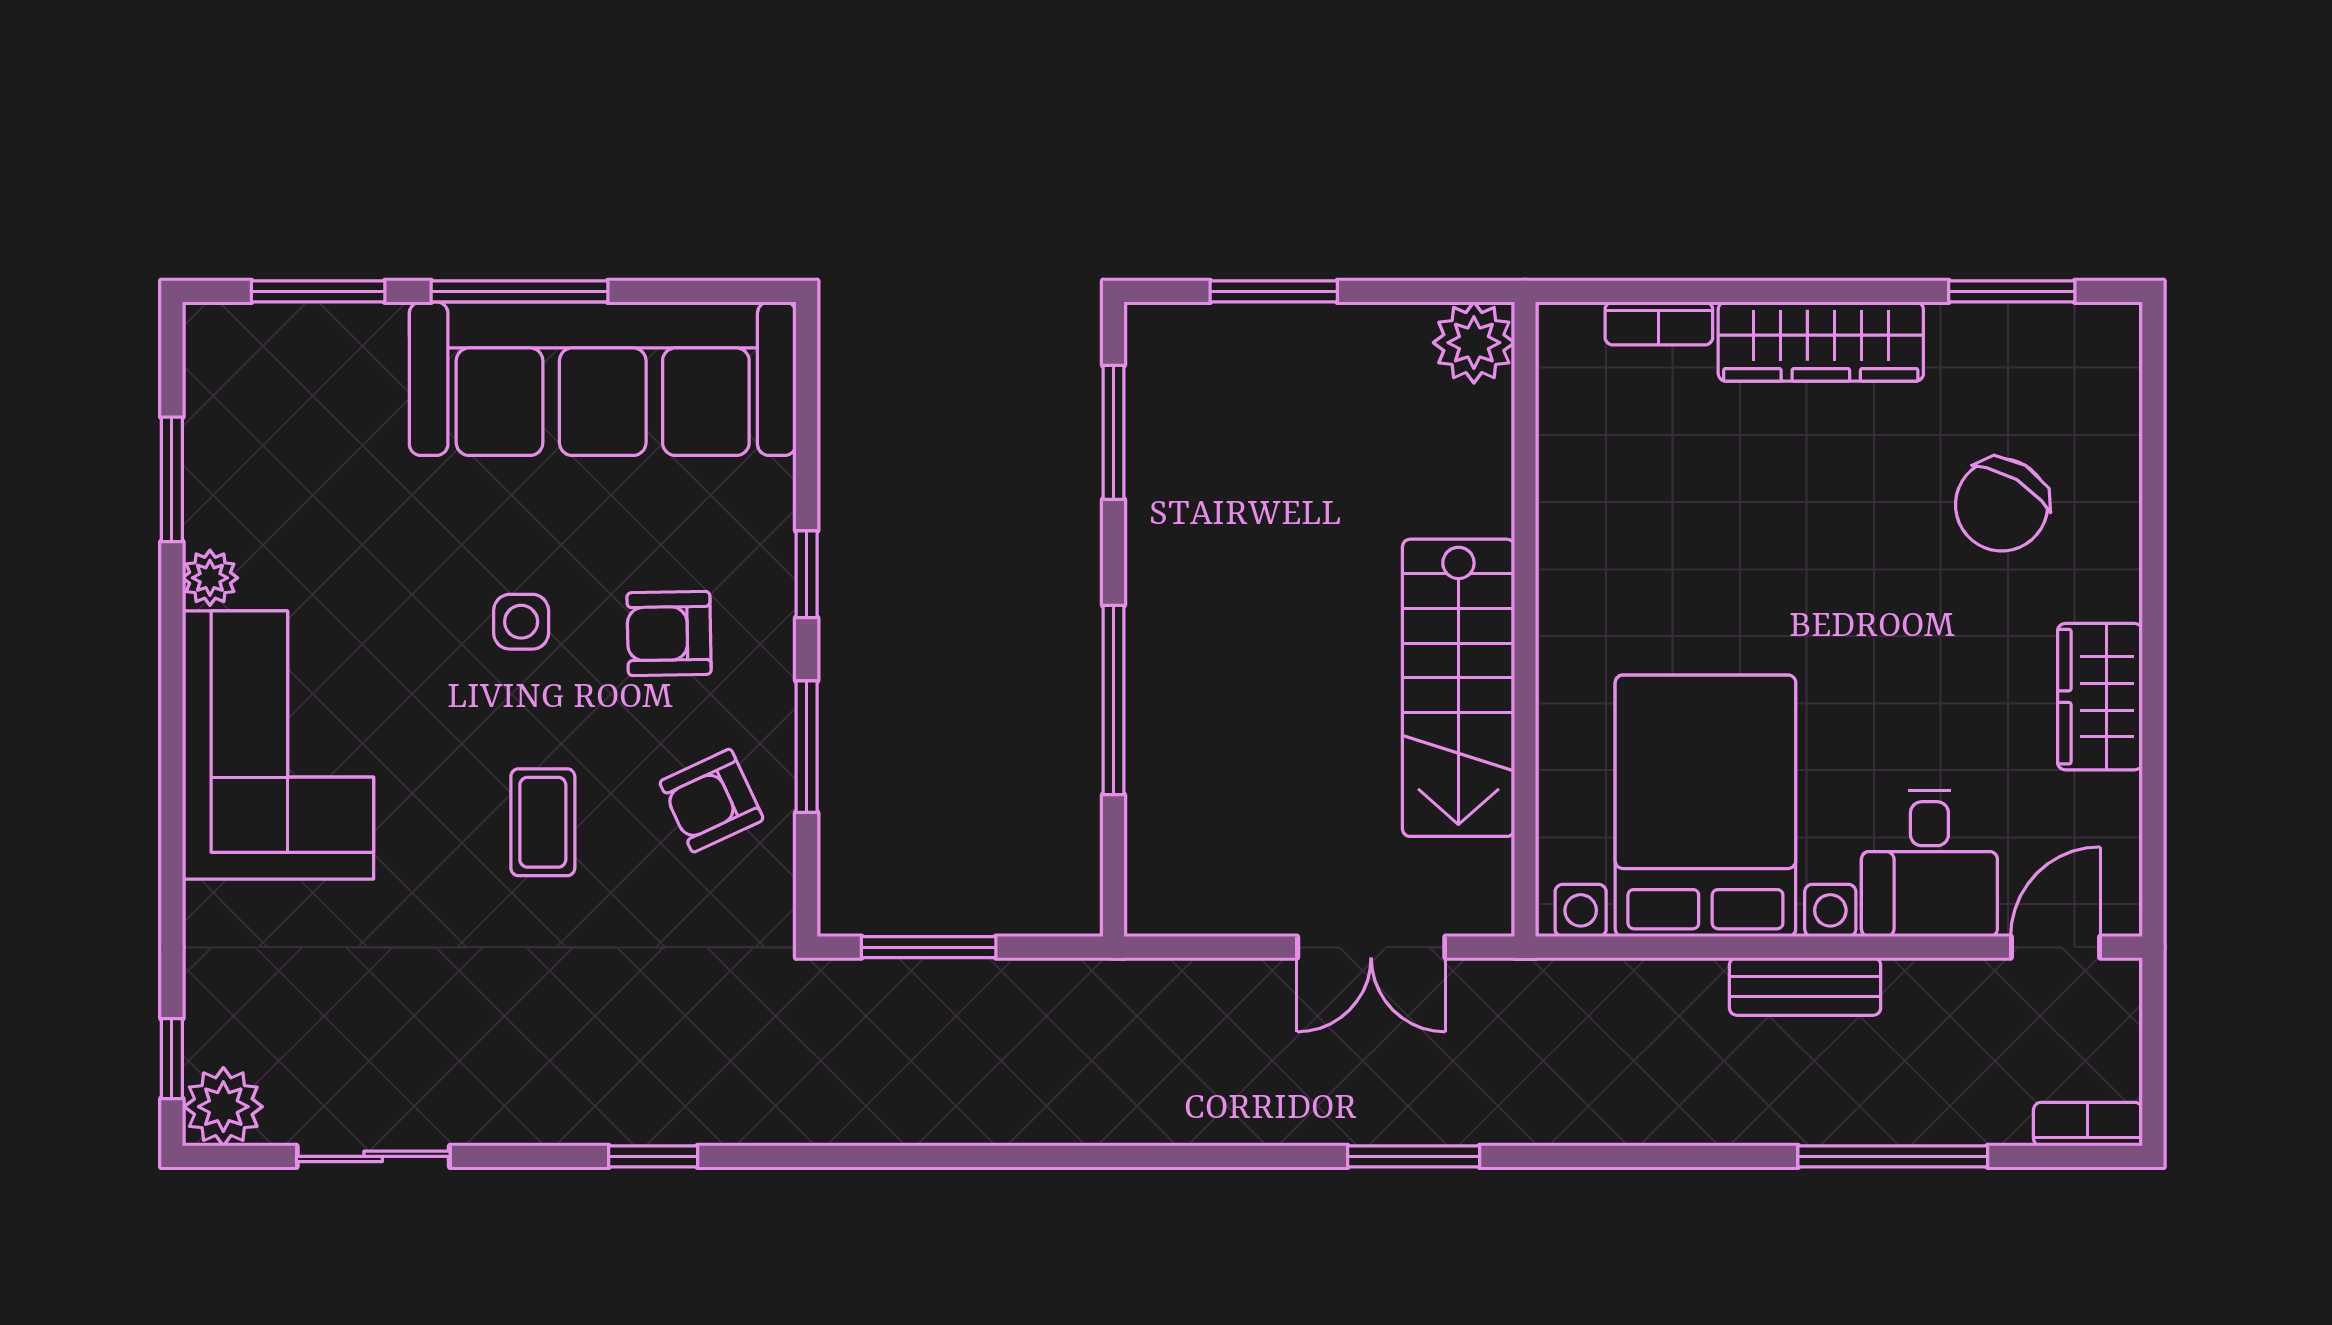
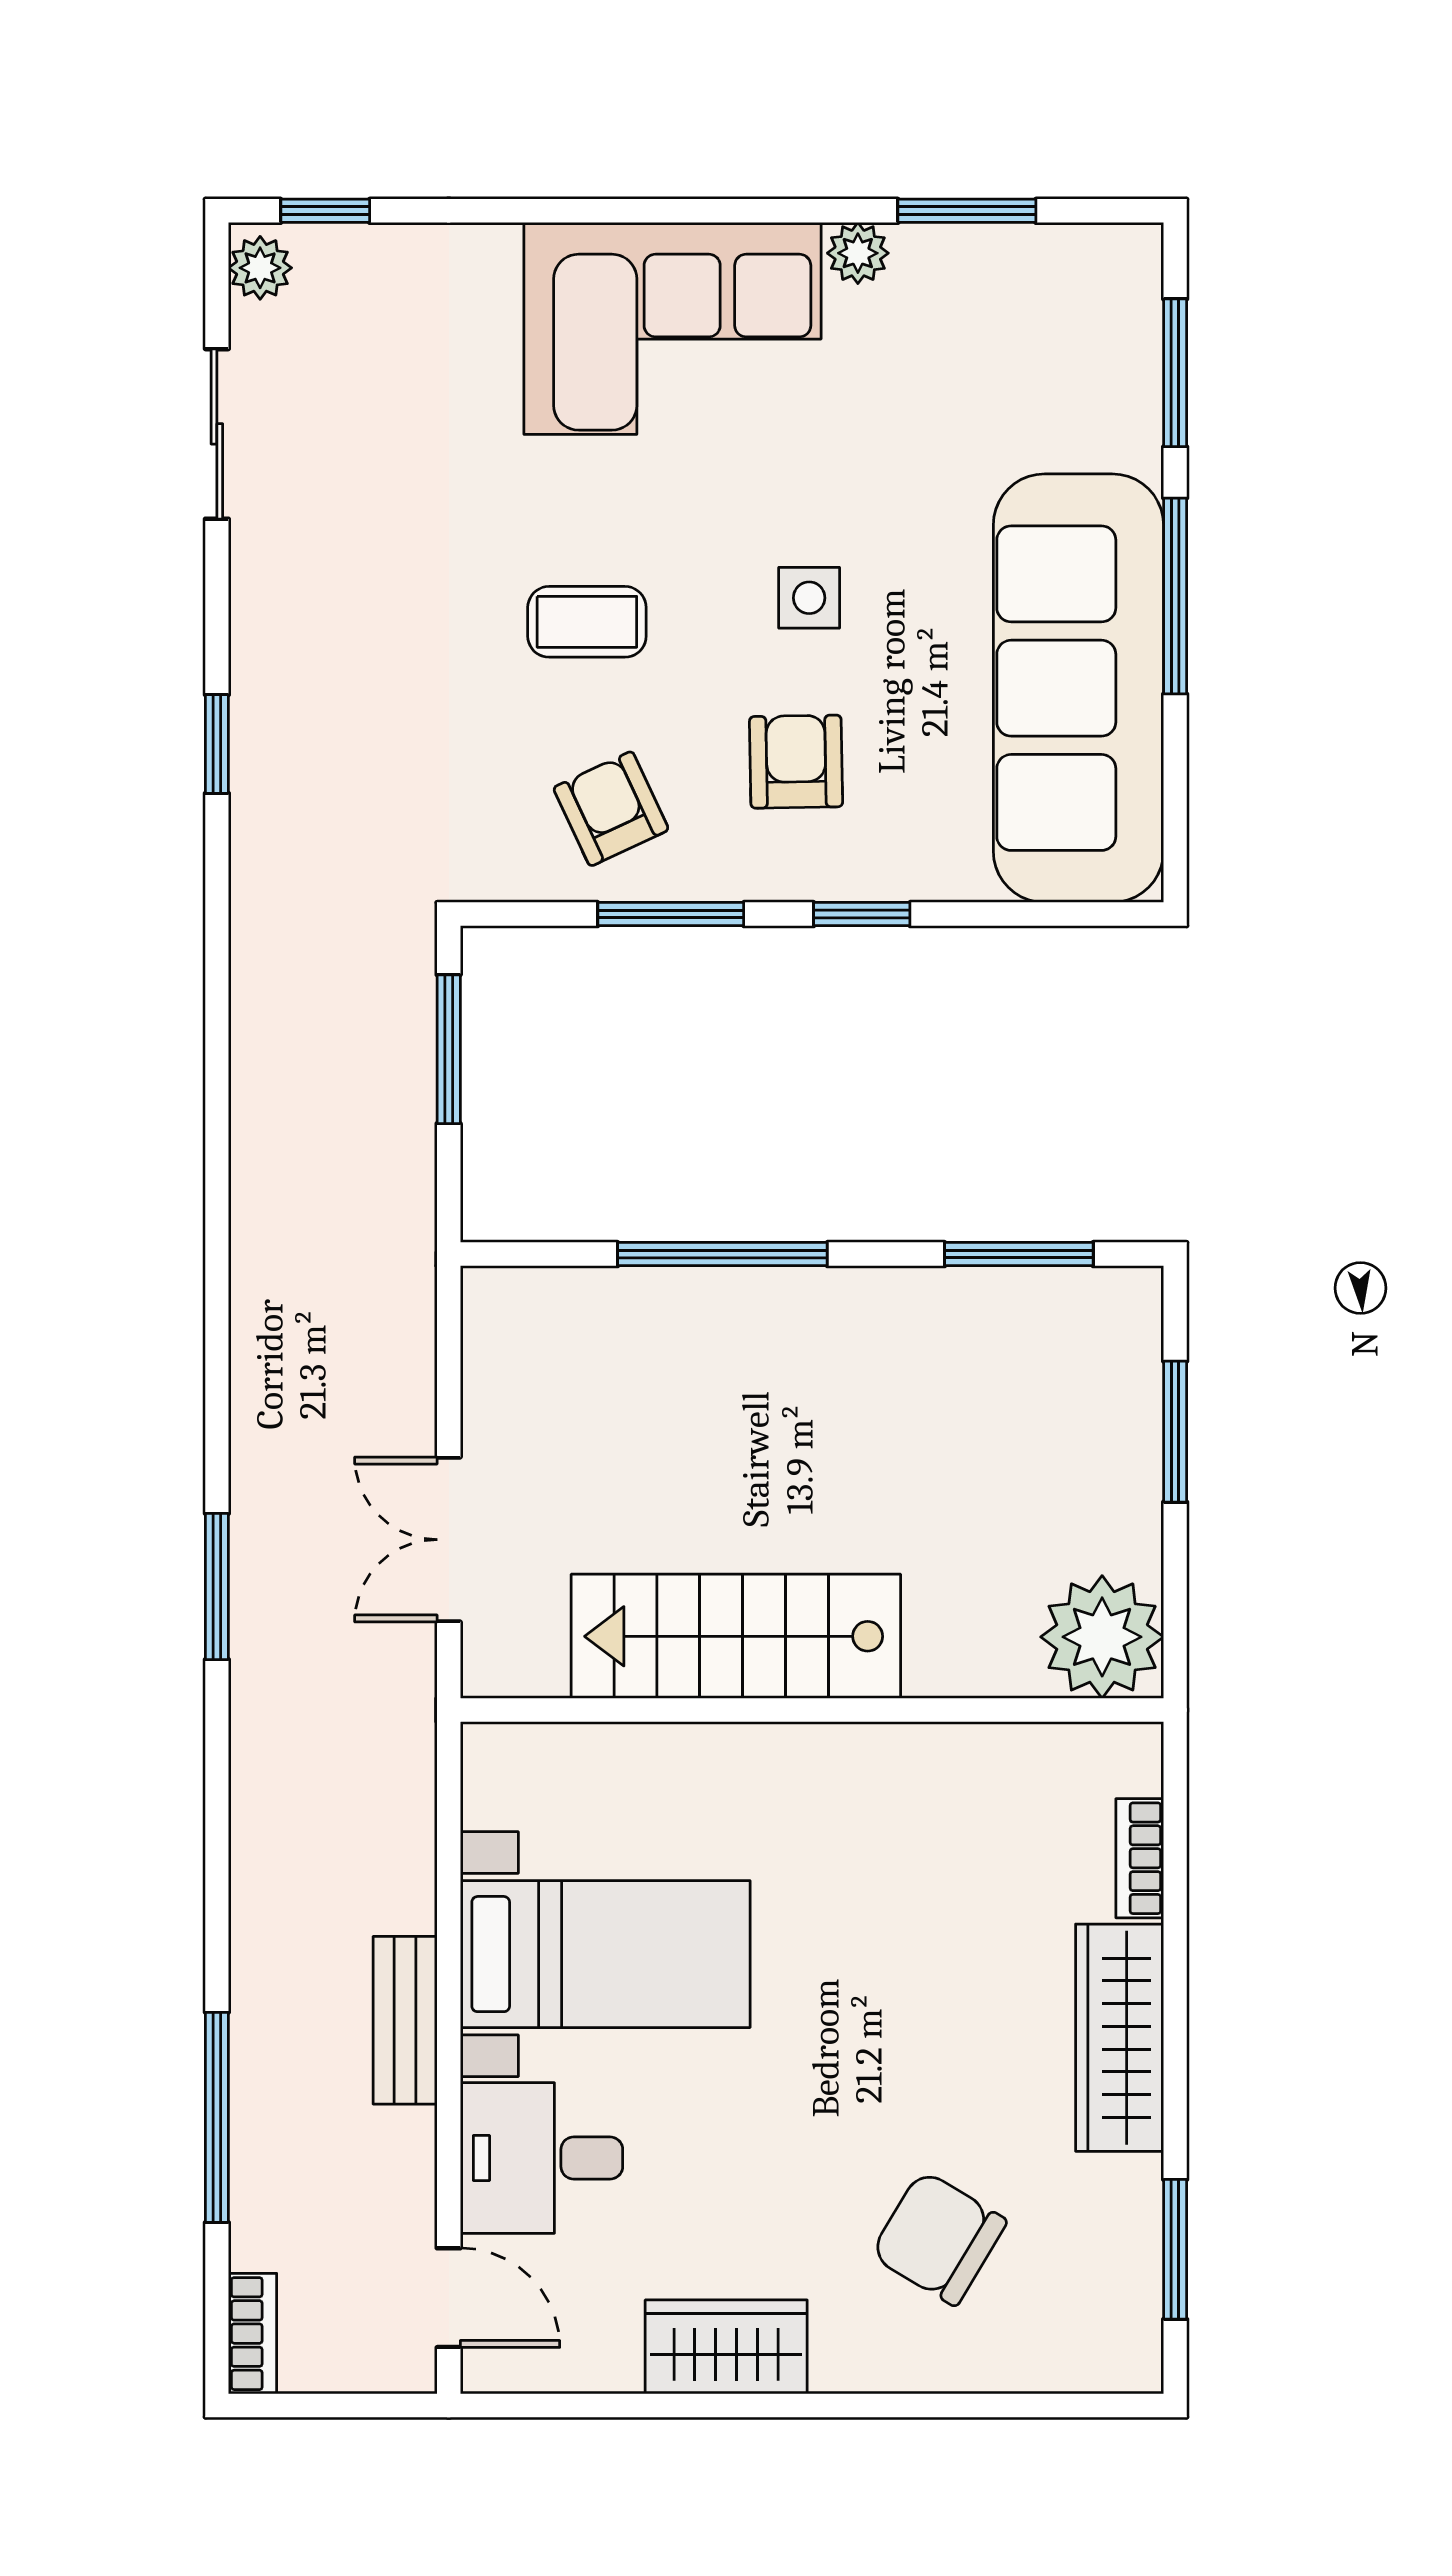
plant: (1474, 343) -> (1102, 1637), width x1.36, depth x1.36
bed with nightstands: (1705, 806) -> (605, 1954), width x0.73
plant: (223, 1107) -> (260, 268), width x0.73, depth x0.73

